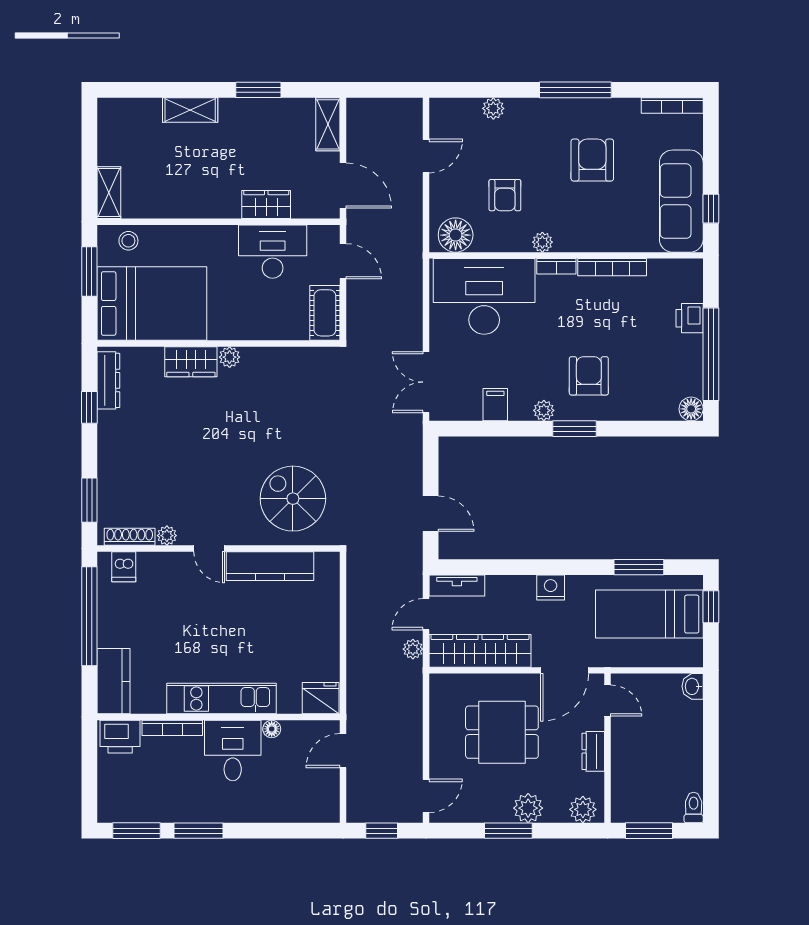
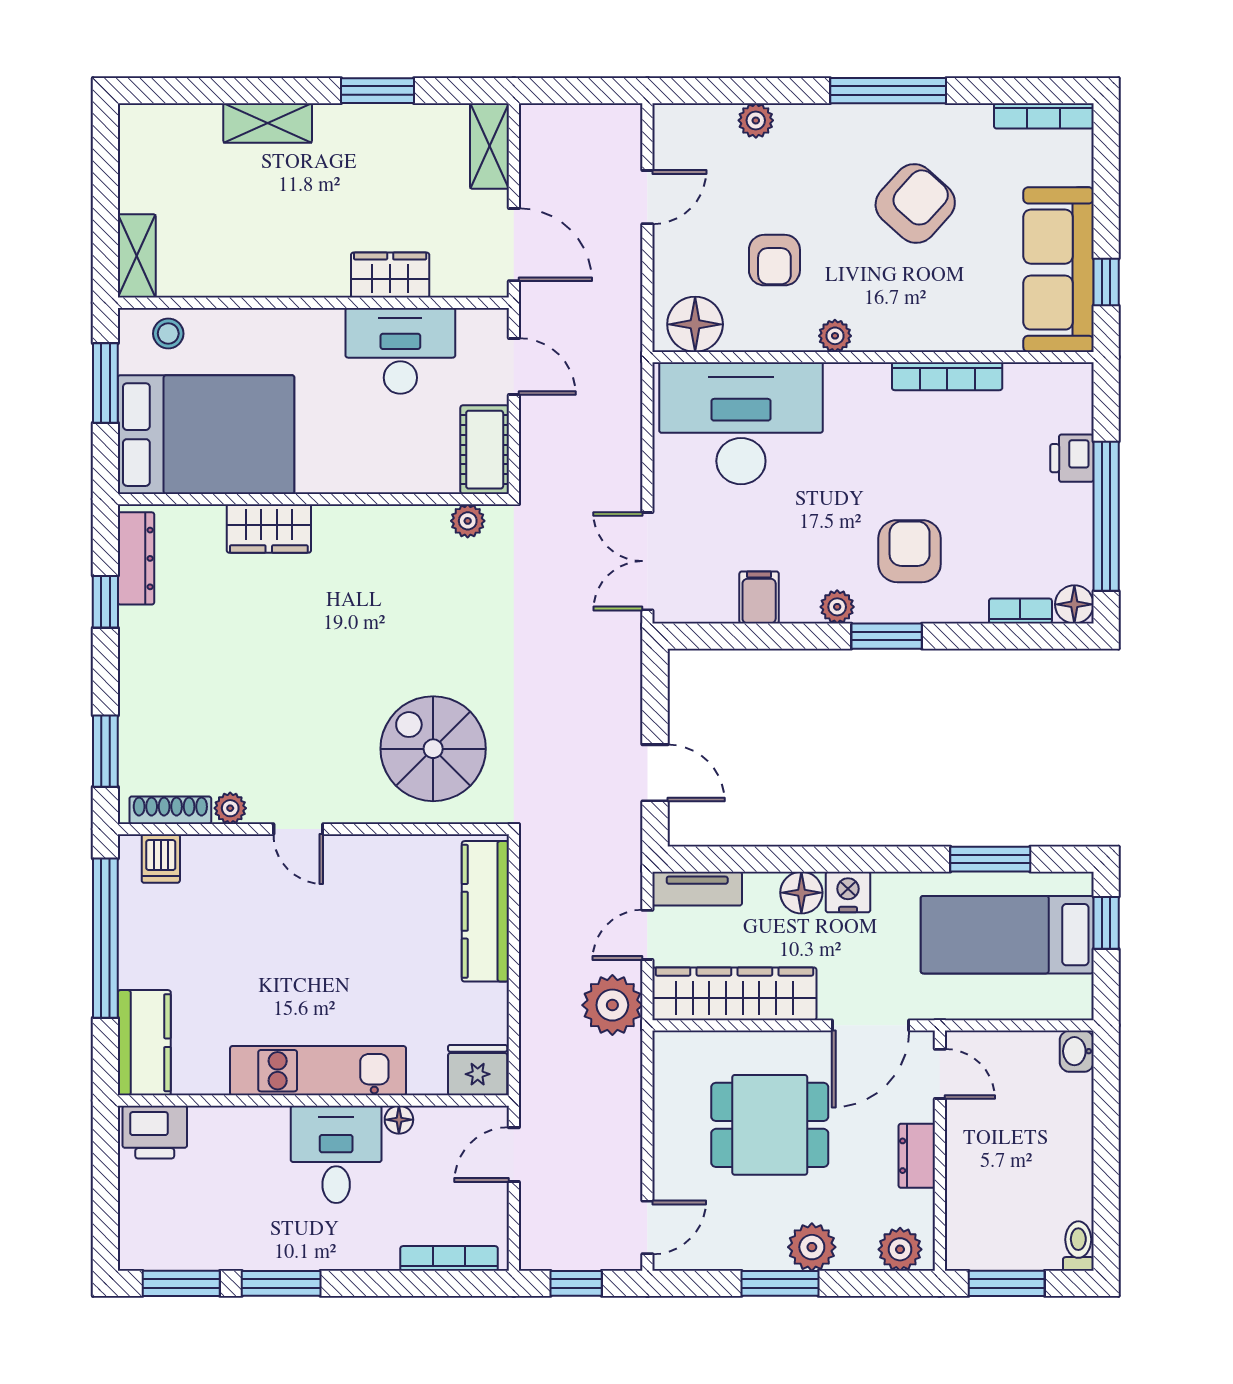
armchair: (592, 160) -> (915, 204), turned 42
bookcase: (556, 266) -> (1020, 611), moved, turned 180
plant: (230, 357) -> (468, 521), moved
kitchen counter: (270, 566) -> (485, 911), moved, turned 90
floor lamp: (522, 588) -> (801, 893), added
plant: (413, 649) -> (612, 1005), width x1.88, depth x1.88
bookcase: (172, 728) -> (449, 1258), moved, turned 180

